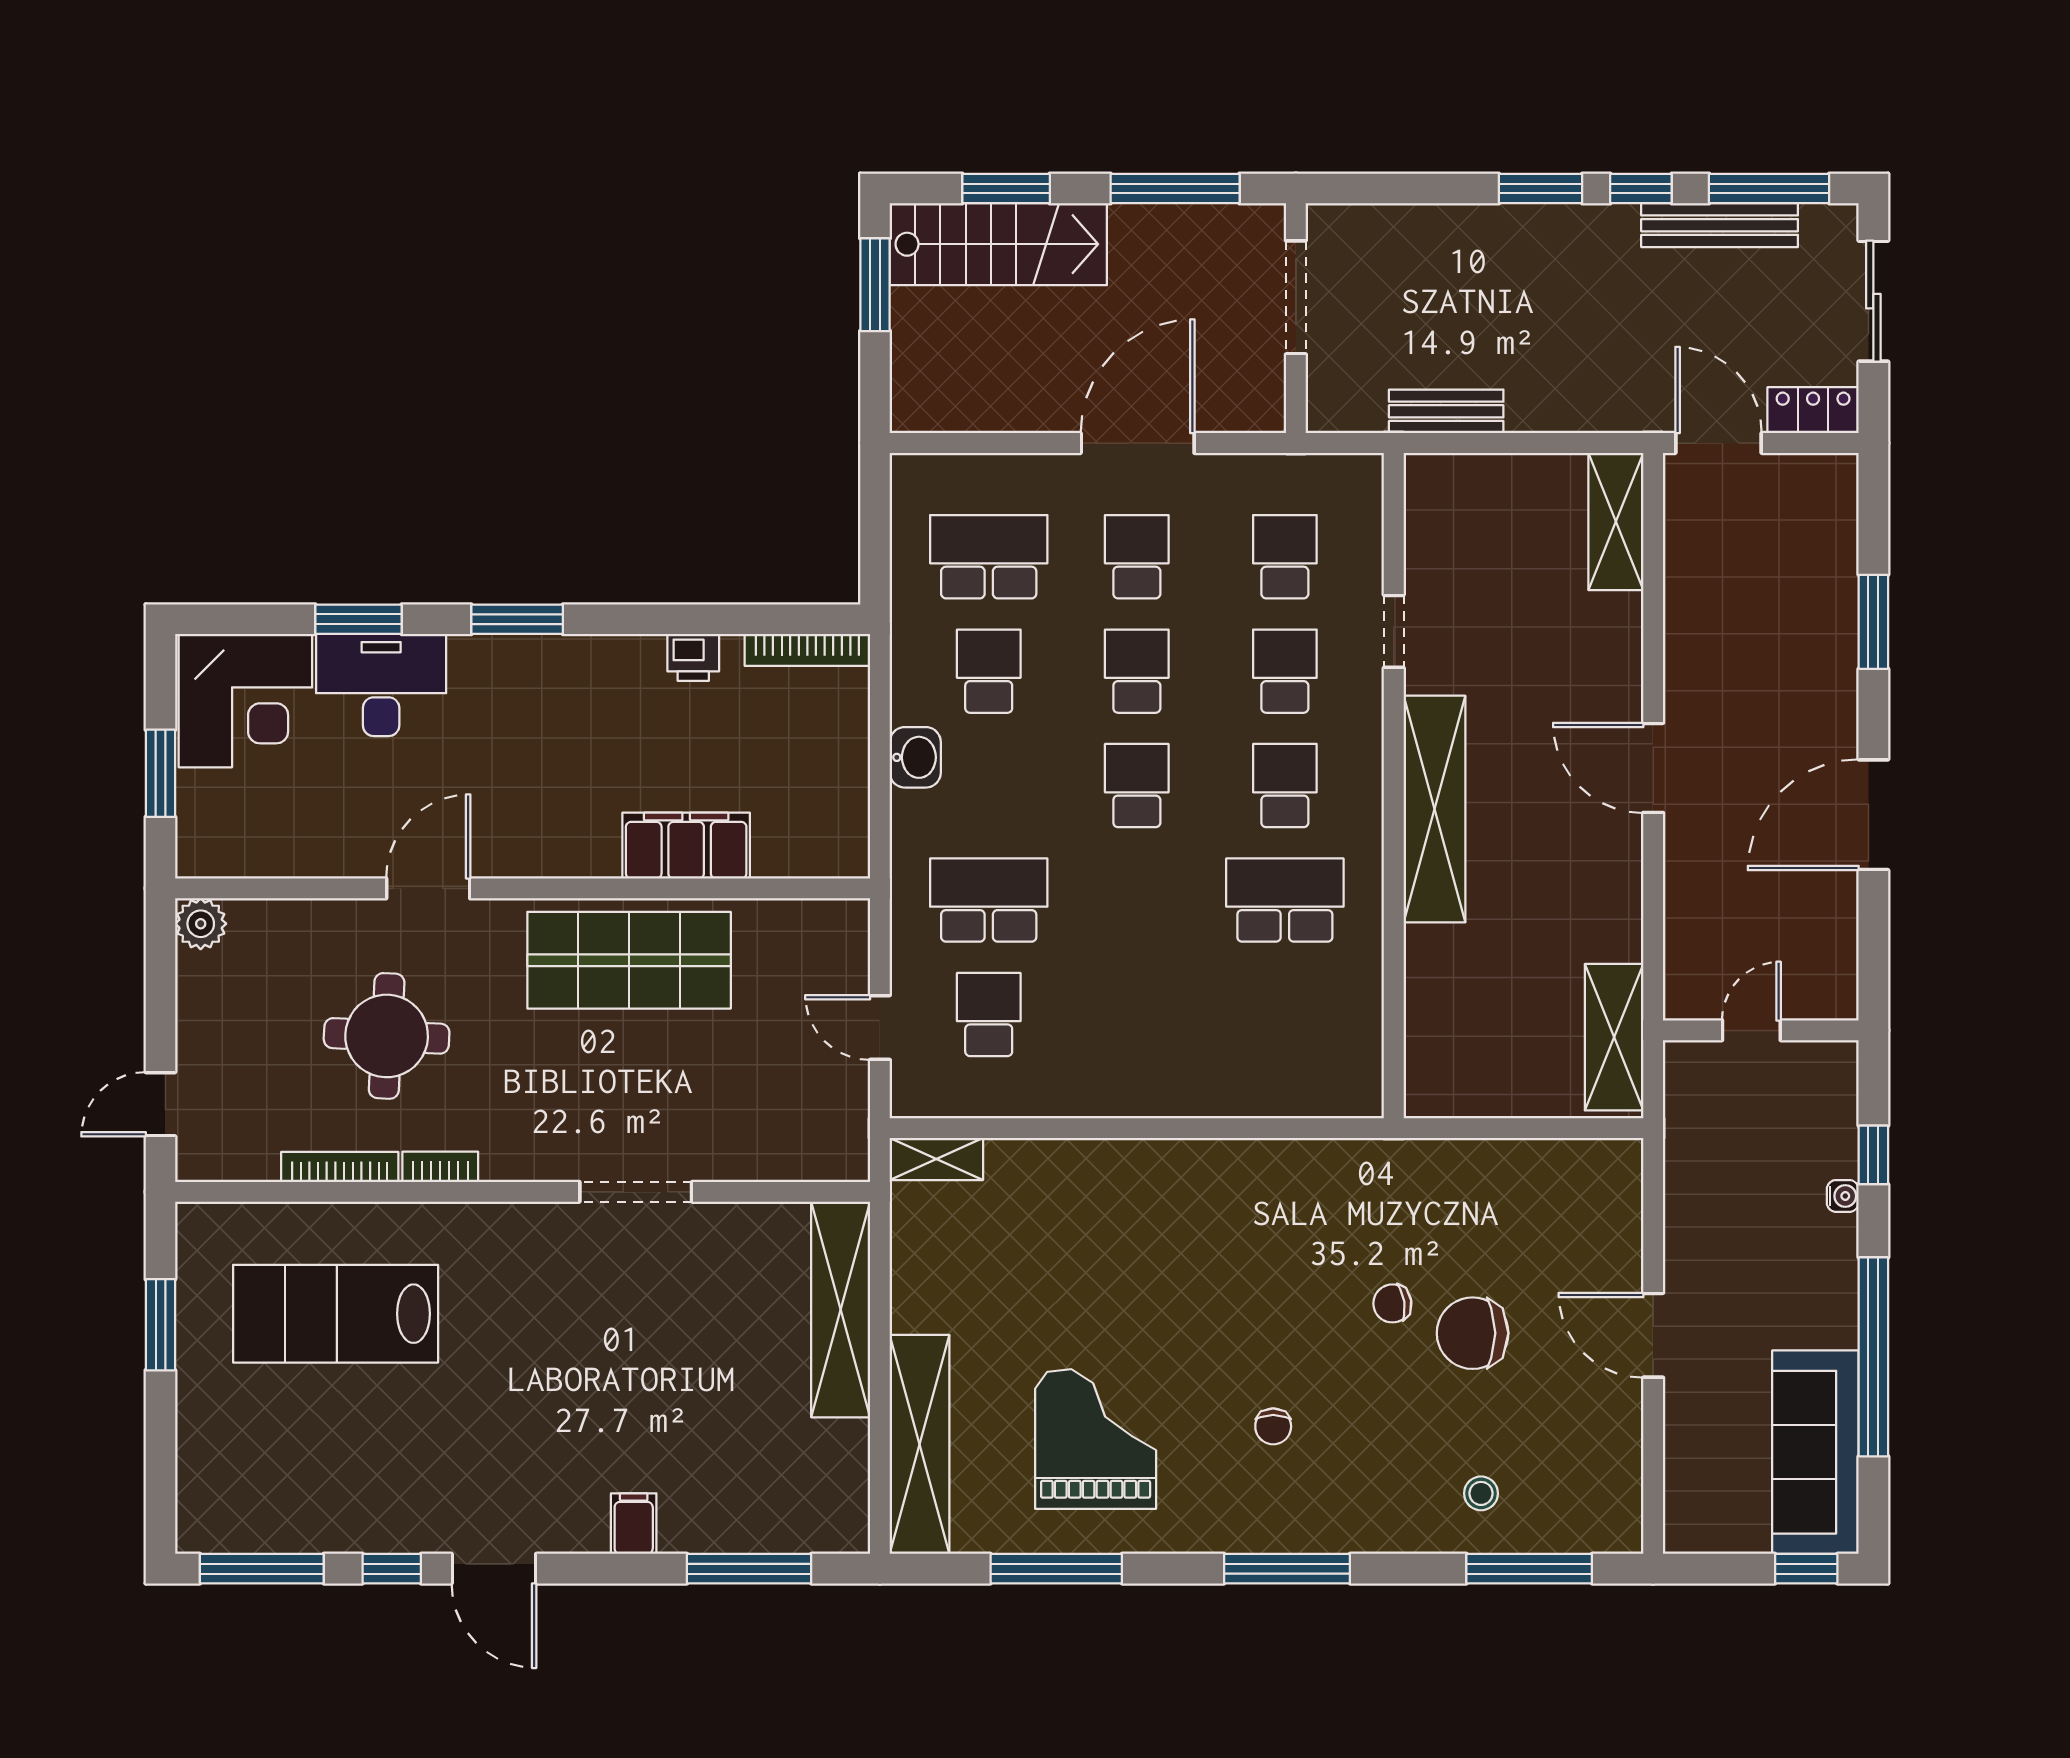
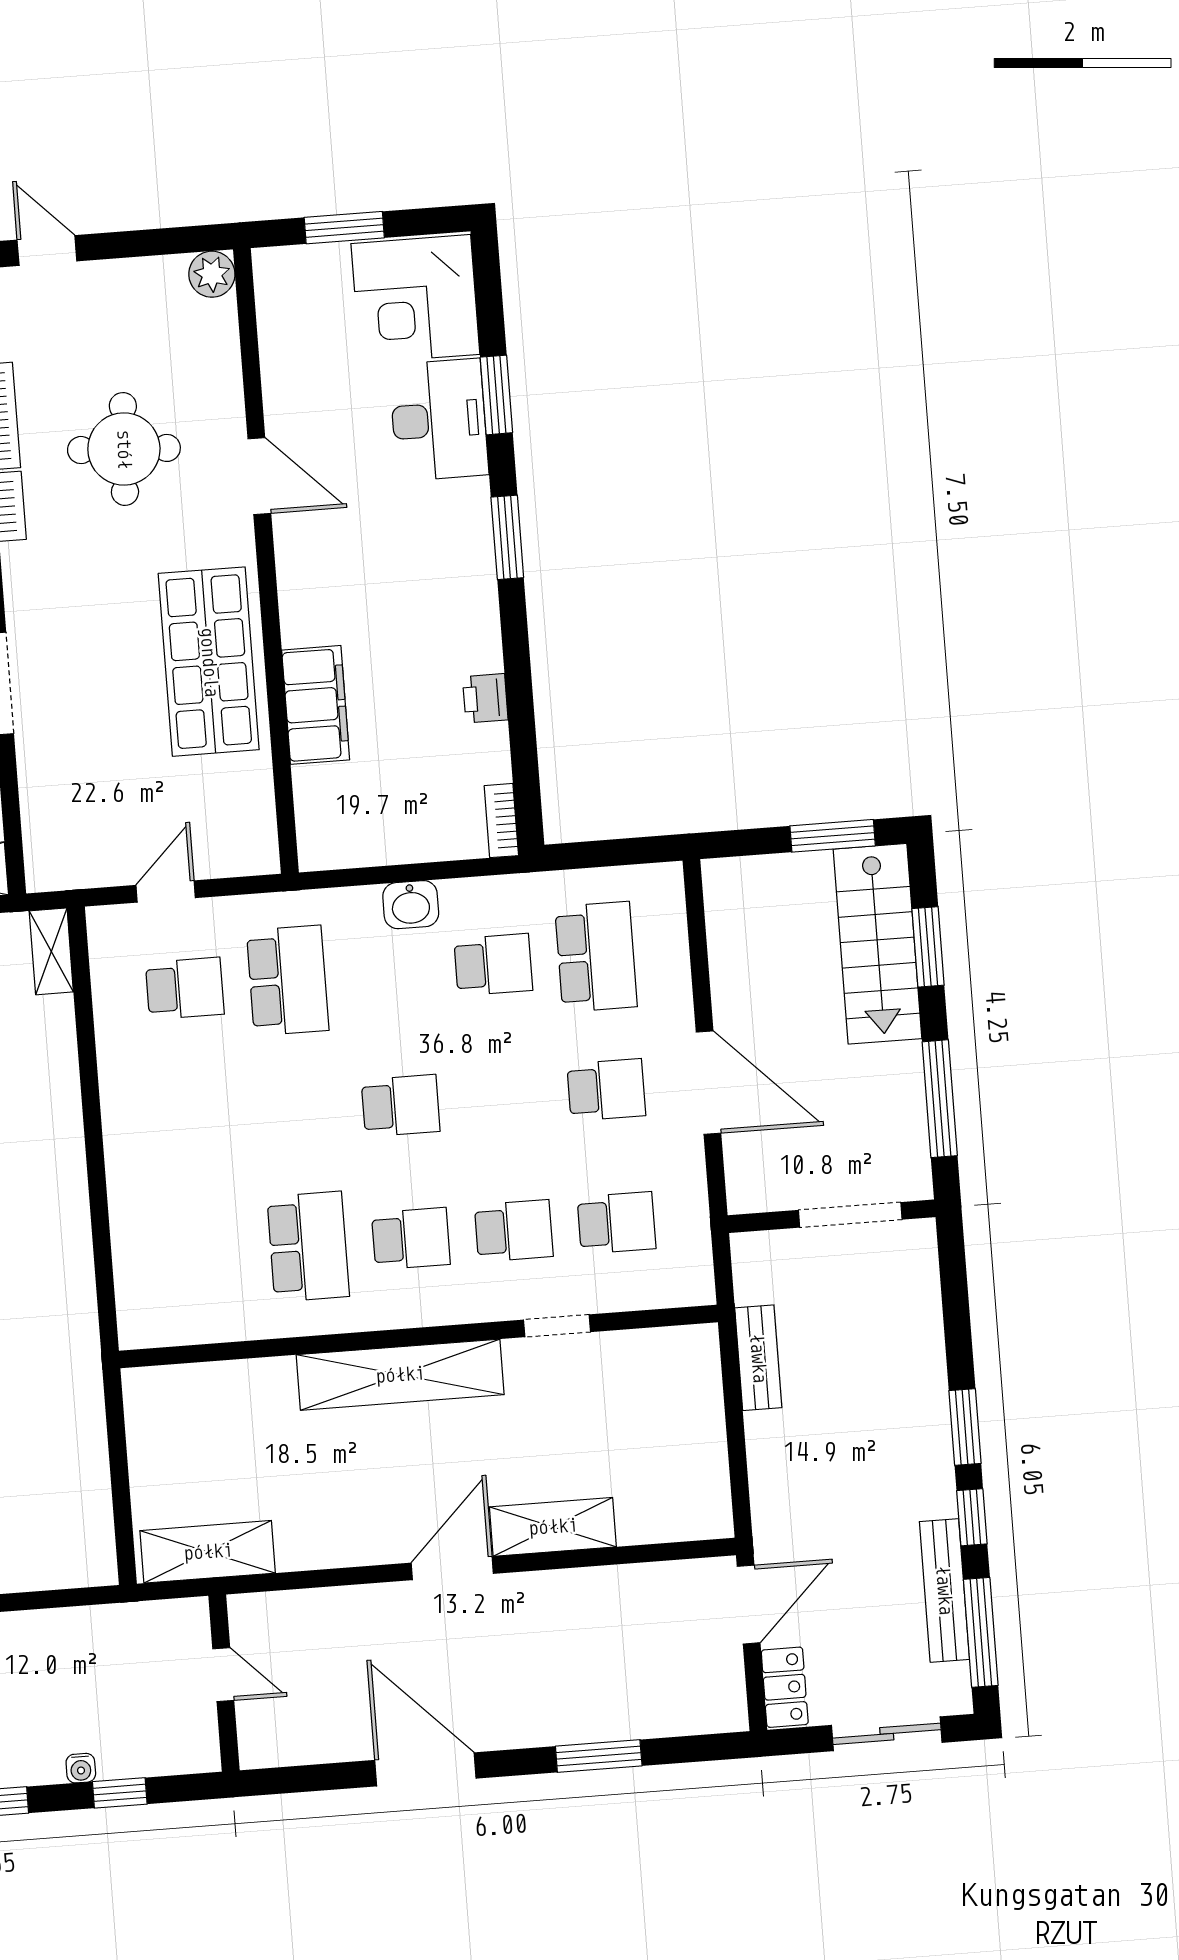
shelving: (1616, 521) -> (553, 1527), moved
bookcase: (807, 650) -> (501, 821), width x0.64
school desk: (1137, 671) -> (503, 1098), removed

